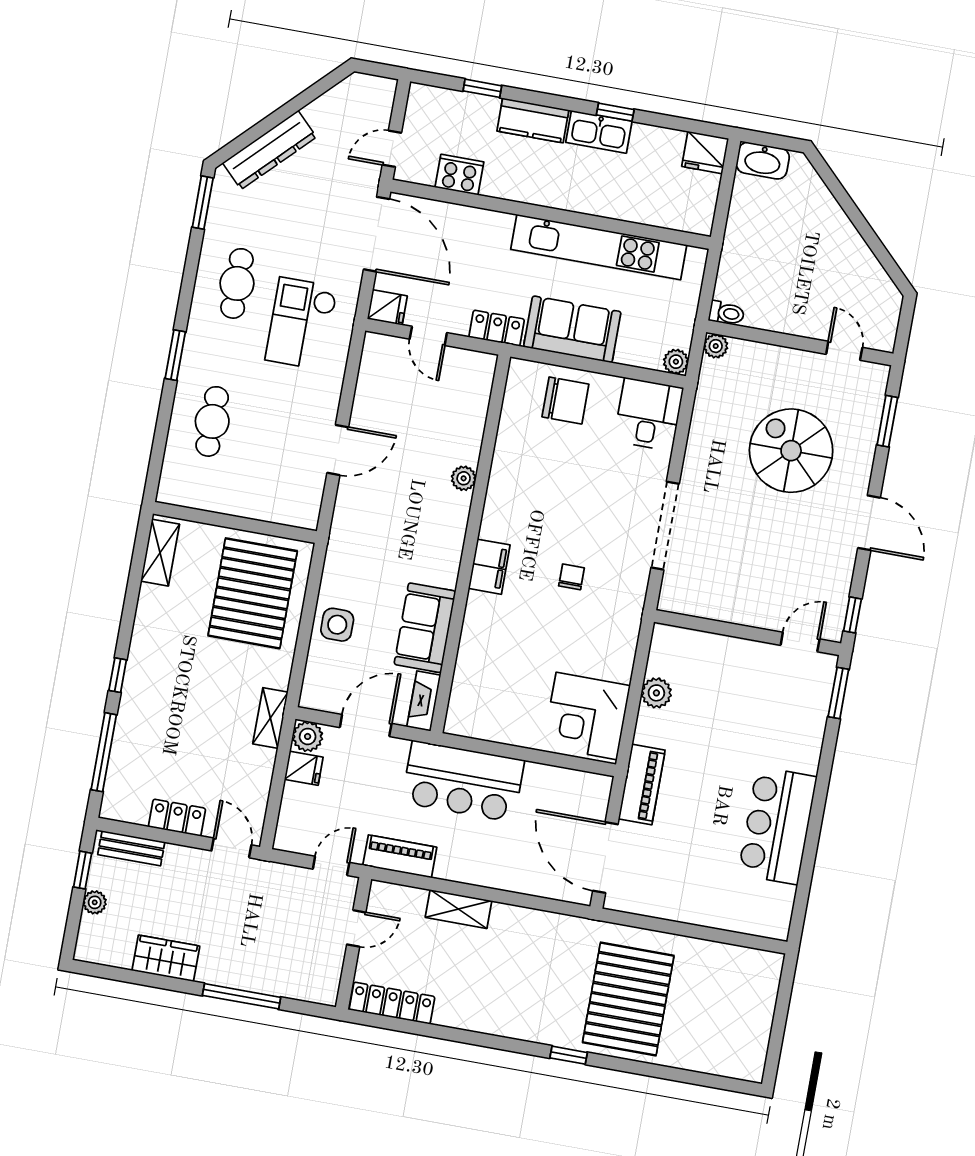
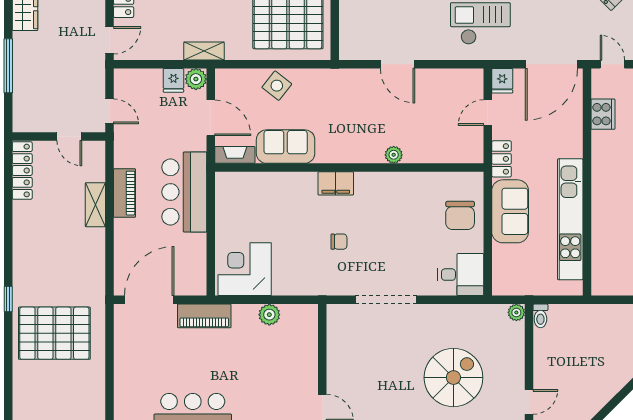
plant: (676, 362) -> (501, 287), removed
side table: (337, 625) -> (277, 86), turned 38
piano: (400, 856) -> (125, 193), moved

